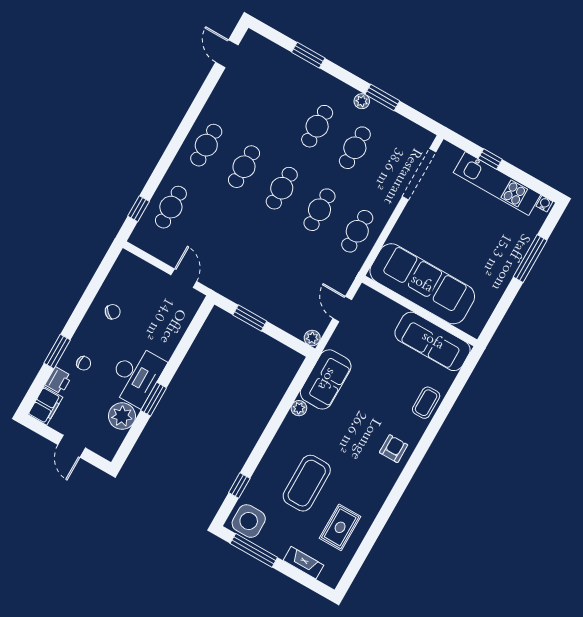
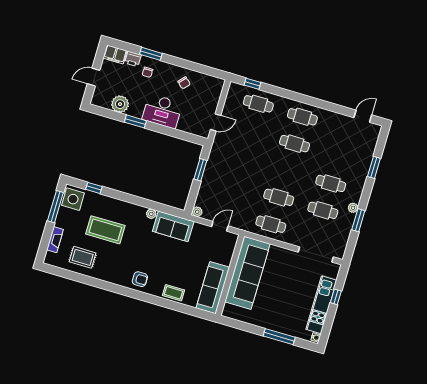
cafe table: (282, 188) -> (287, 170), removed
desk: (136, 375) -> (162, 111), moved

